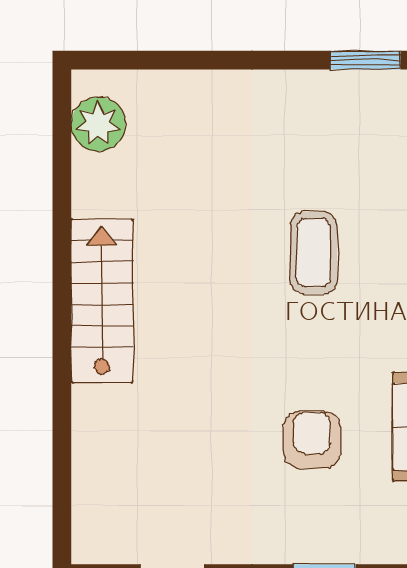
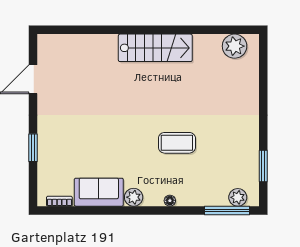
armchair: (312, 440) -> (93, 142), removed

